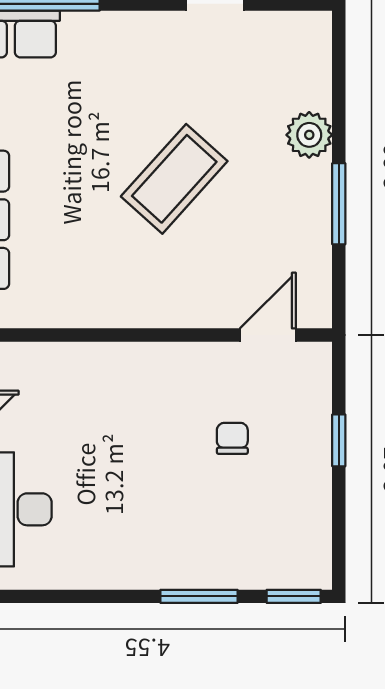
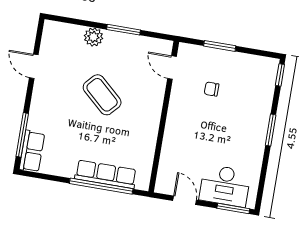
window: (339, 440) -> (220, 46), width x1.50
window: (199, 596) -> (271, 130), moved

